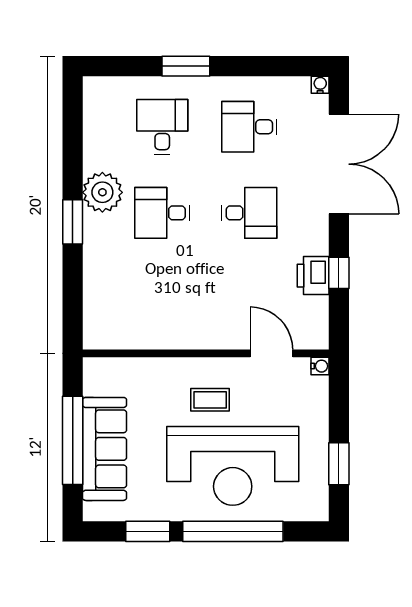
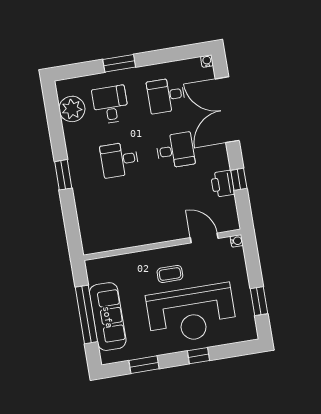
double door: (339, 164) -> (227, 110), swing flipped
plant: (102, 192) -> (72, 109), moved
window: (233, 531) -> (198, 356), width x0.32

